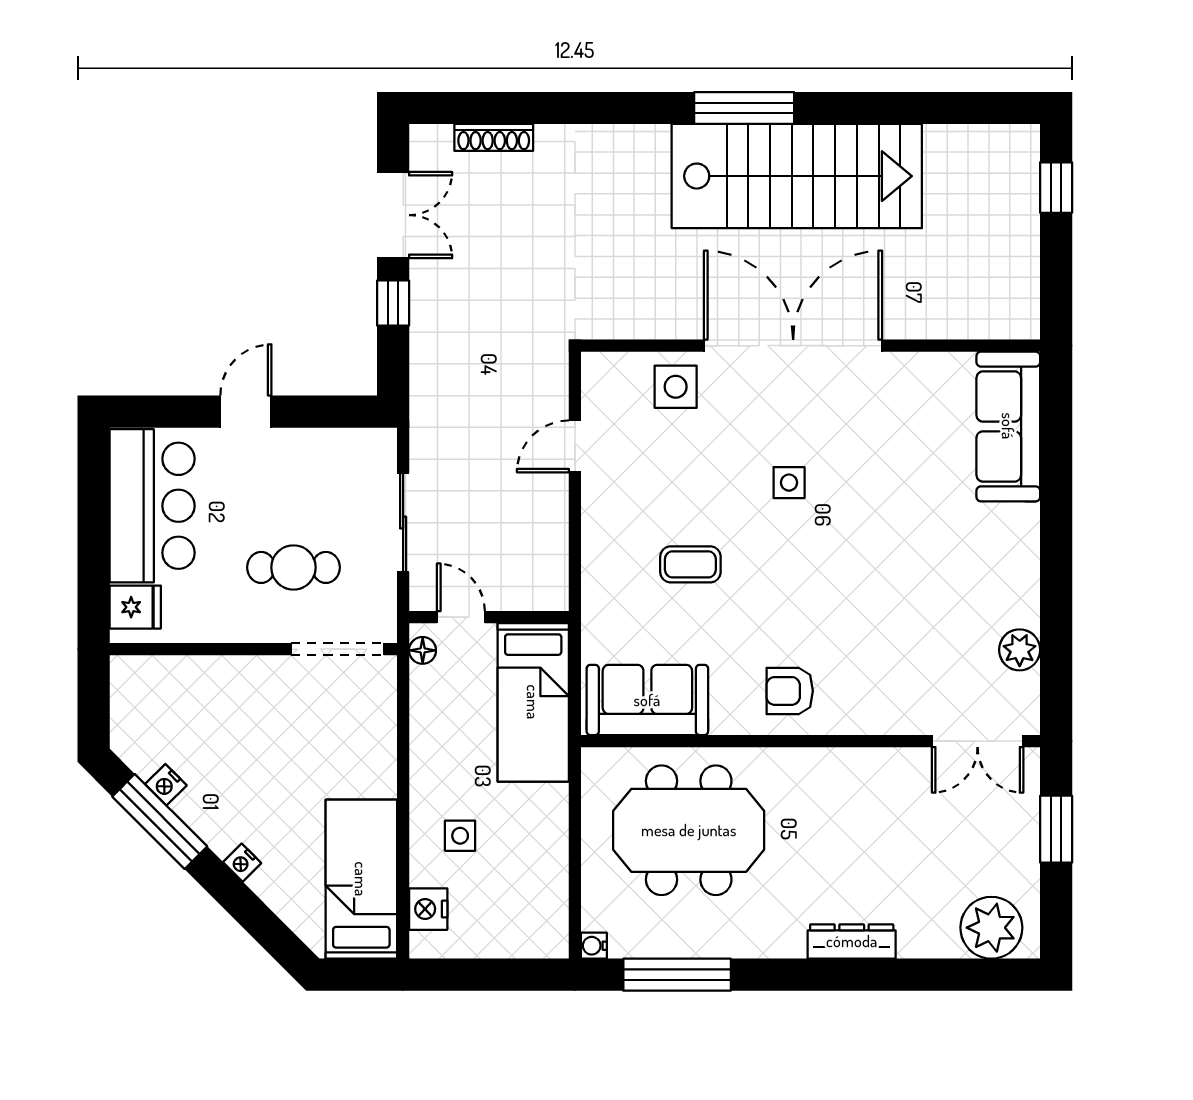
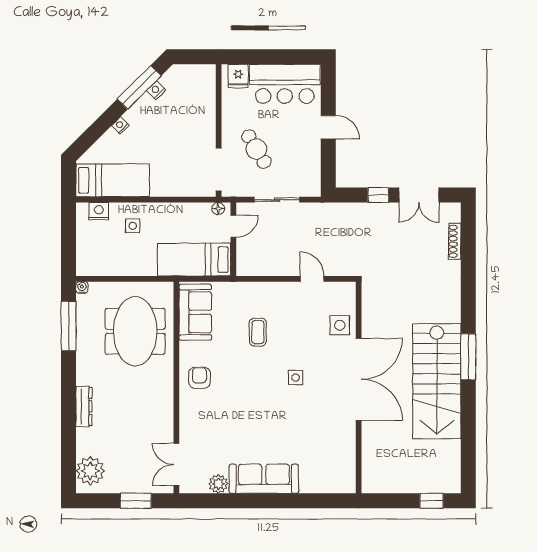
sofa: (1008, 426) -> (264, 479), moved
cafe table: (293, 567) -> (256, 149), turned -31

